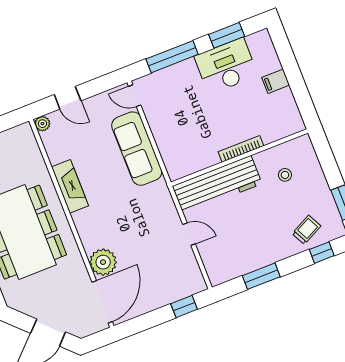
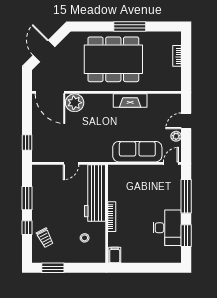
filing cabinet: (276, 81) -> (115, 255), moved
plant: (42, 124) -> (176, 136), moved
window: (322, 253) -> (27, 228), moved

